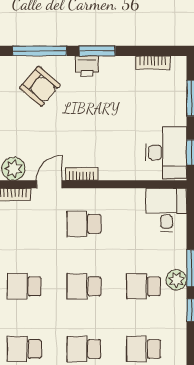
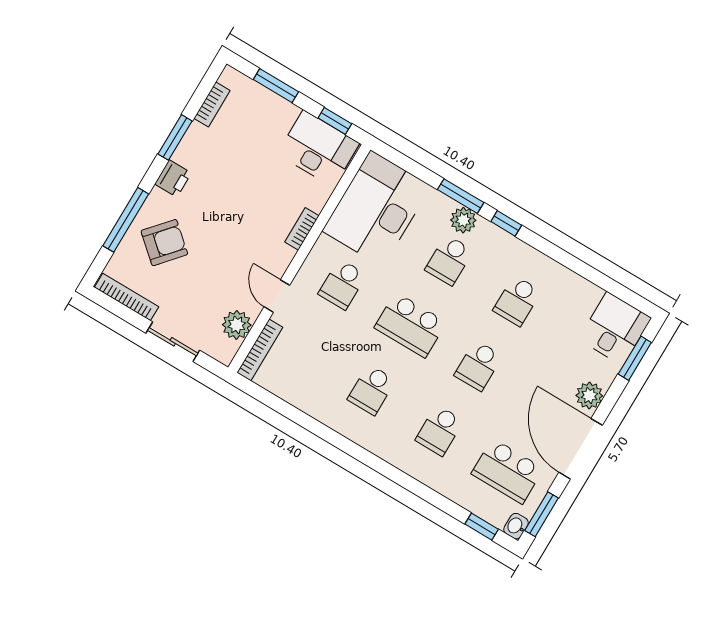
window: (97, 51) -> (175, 137), moved
bookcase: (82, 174) -> (302, 229), moved
desk: (167, 210) -> (377, 209), width x1.87, depth x1.30
school desk: (84, 286) -> (410, 325), width x1.85

